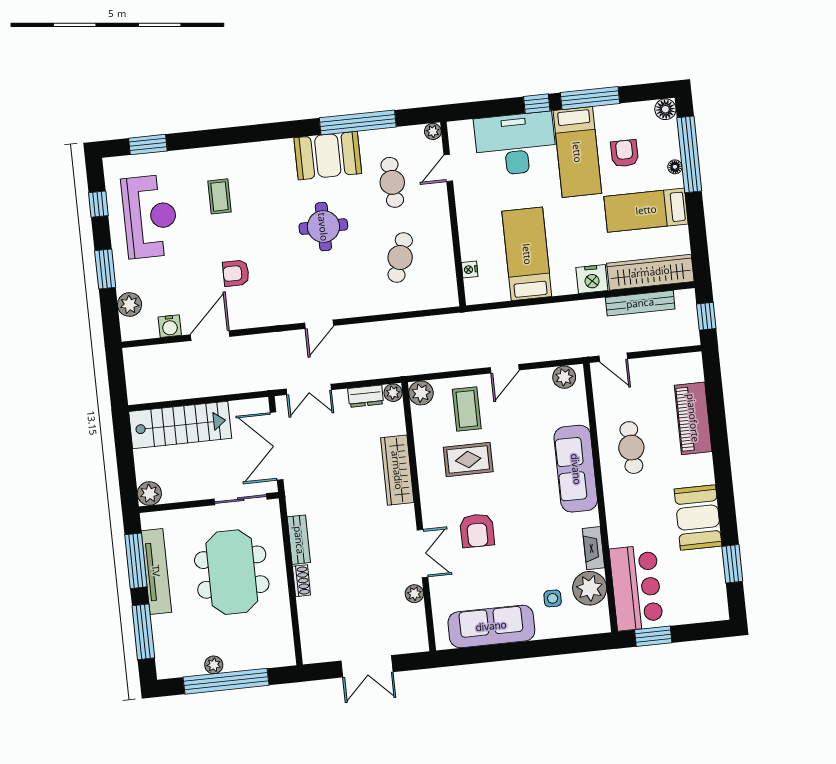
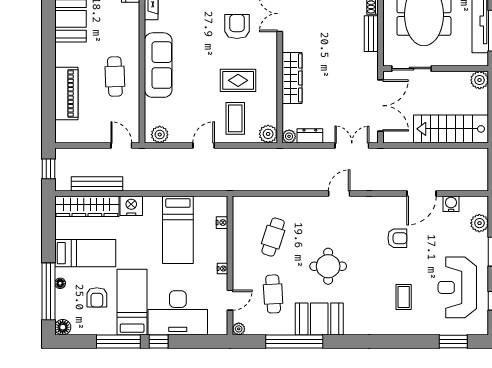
nightstand: (463, 209) -> (223, 268), added

